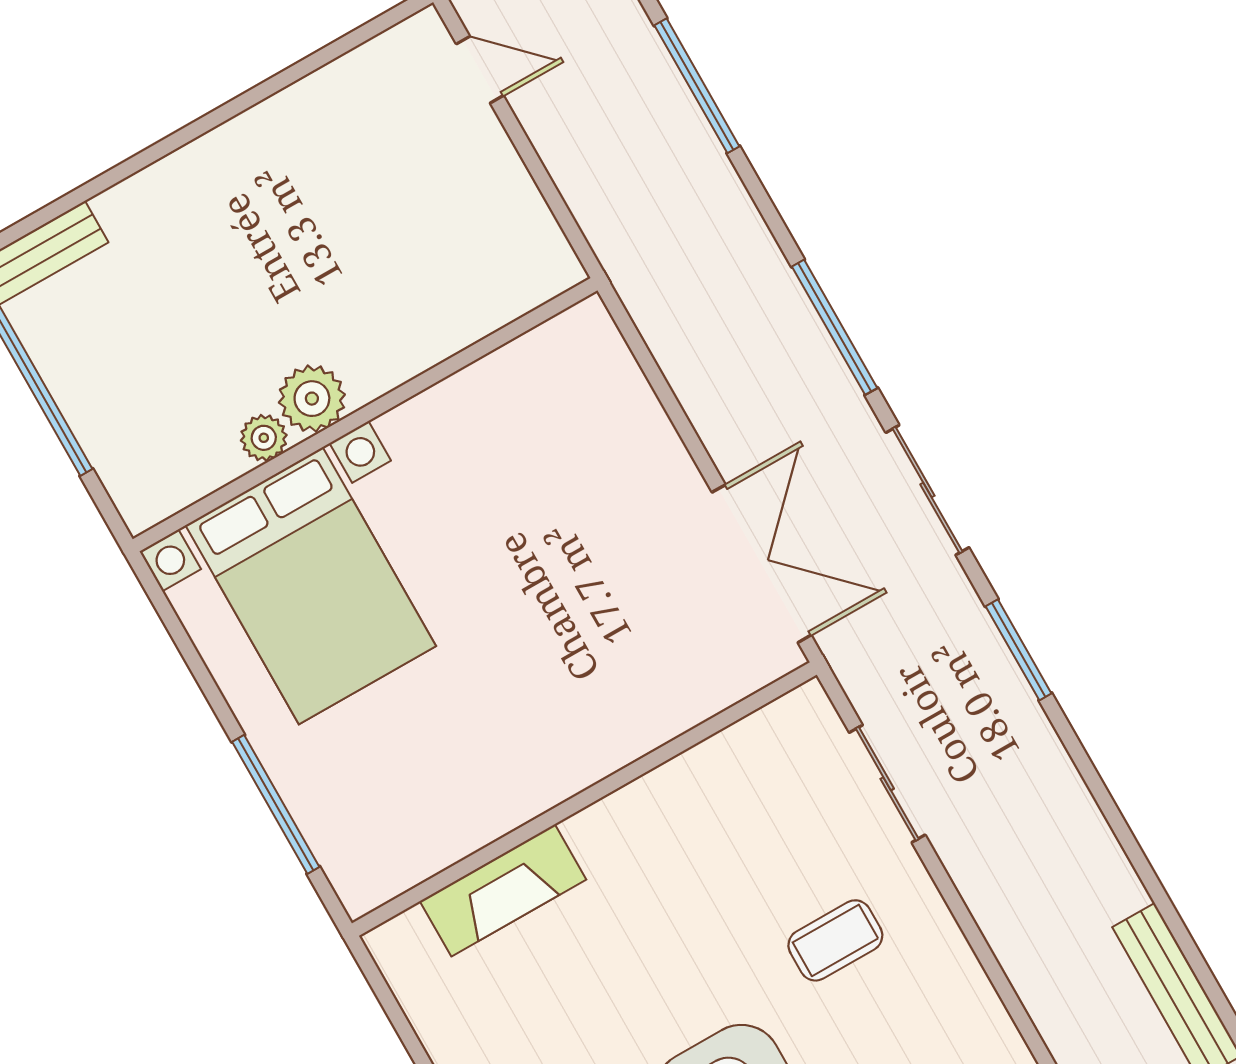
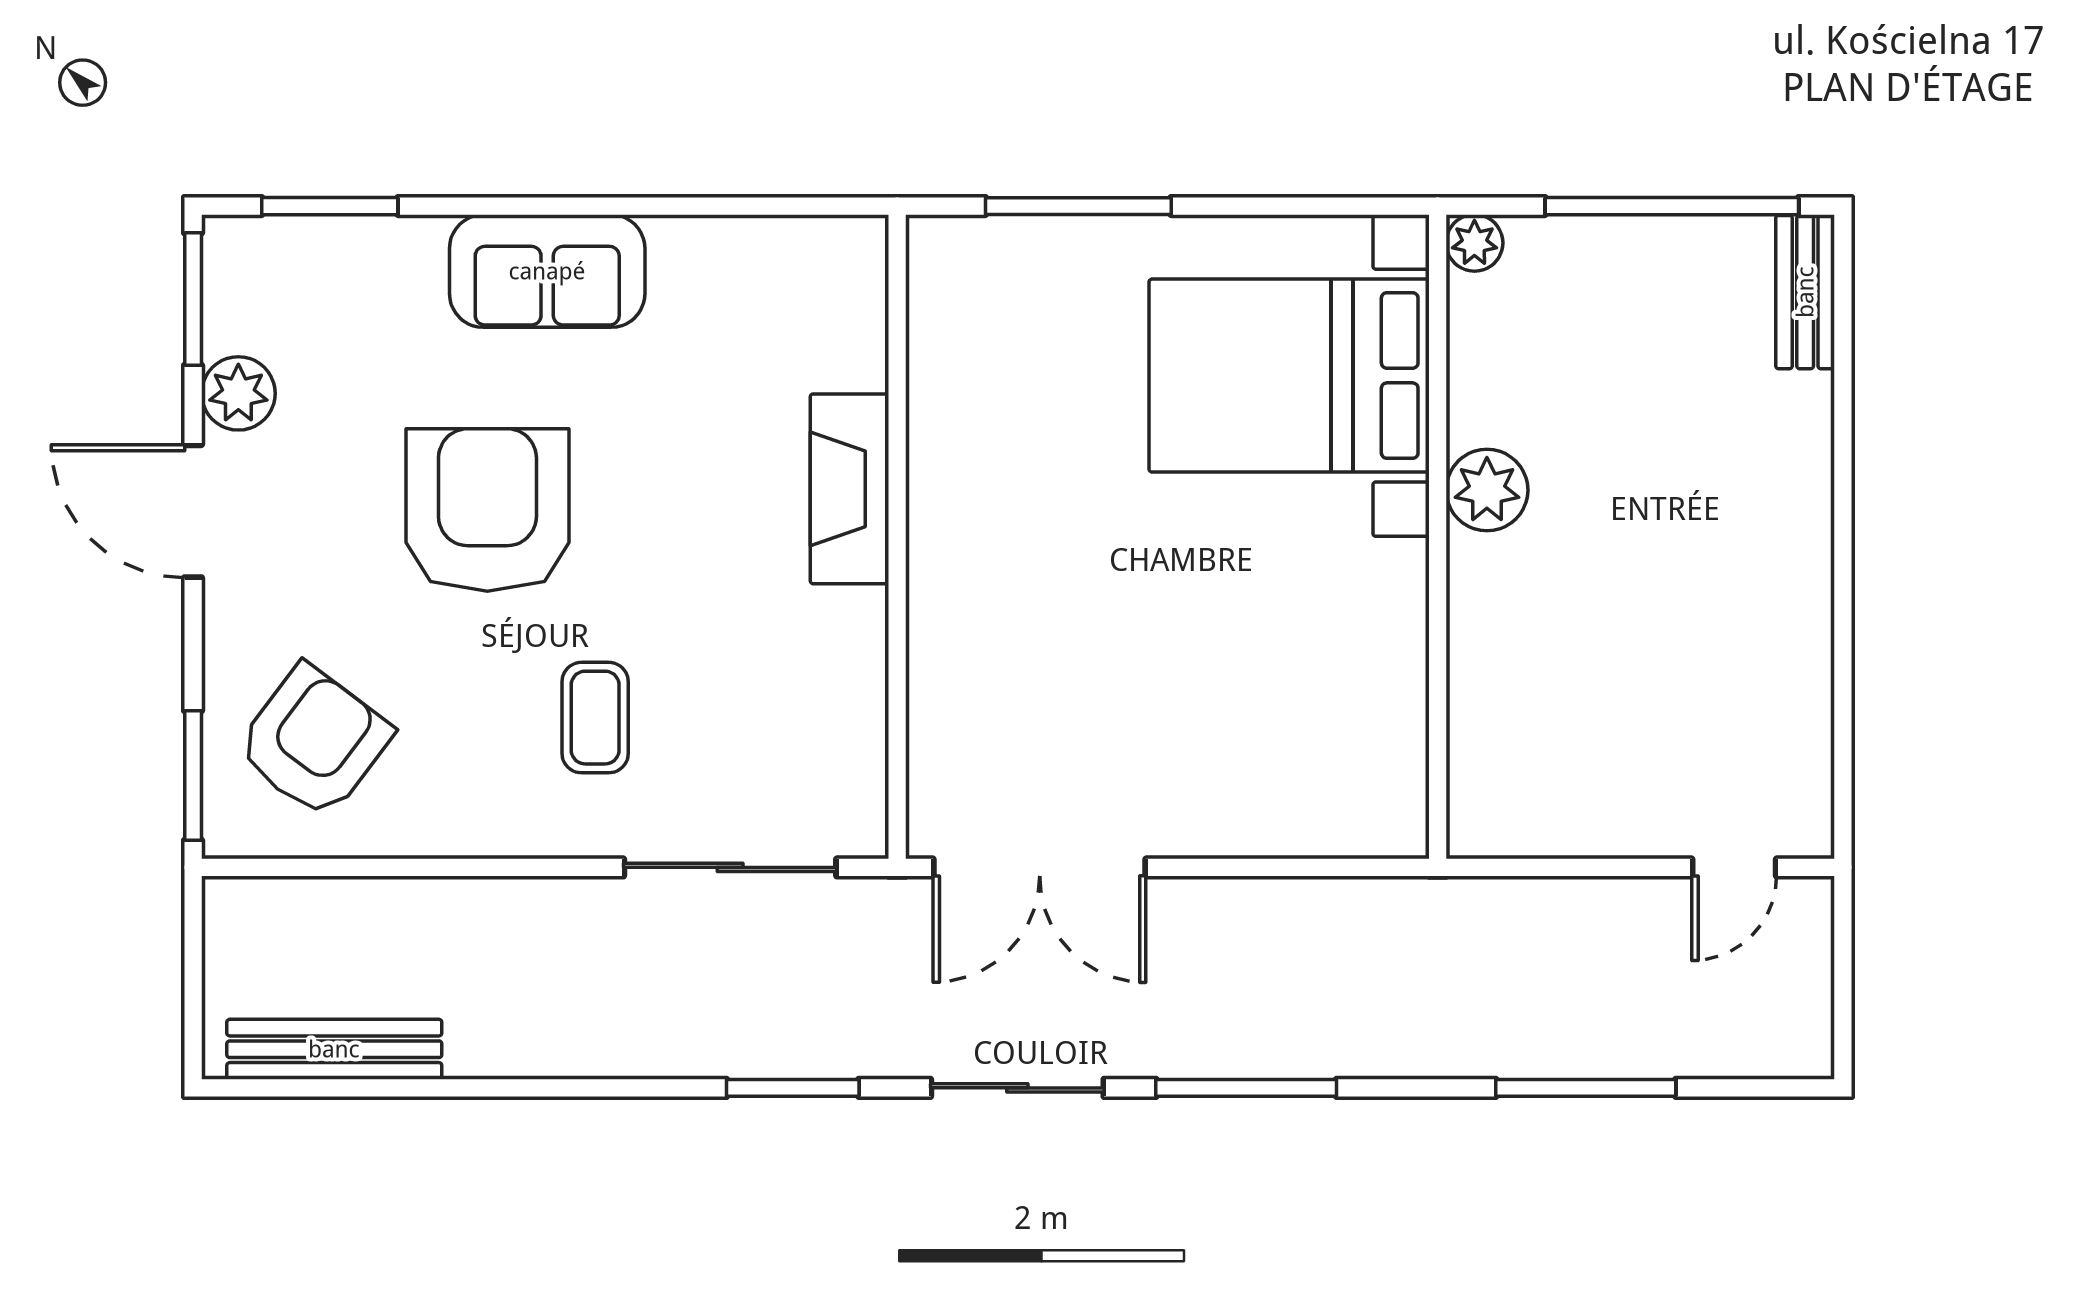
plant: (264, 438) -> (1474, 243), moved
sliding door: (887, 784) -> (730, 867), width x1.37
fireplace: (503, 890) -> (850, 489), moved

